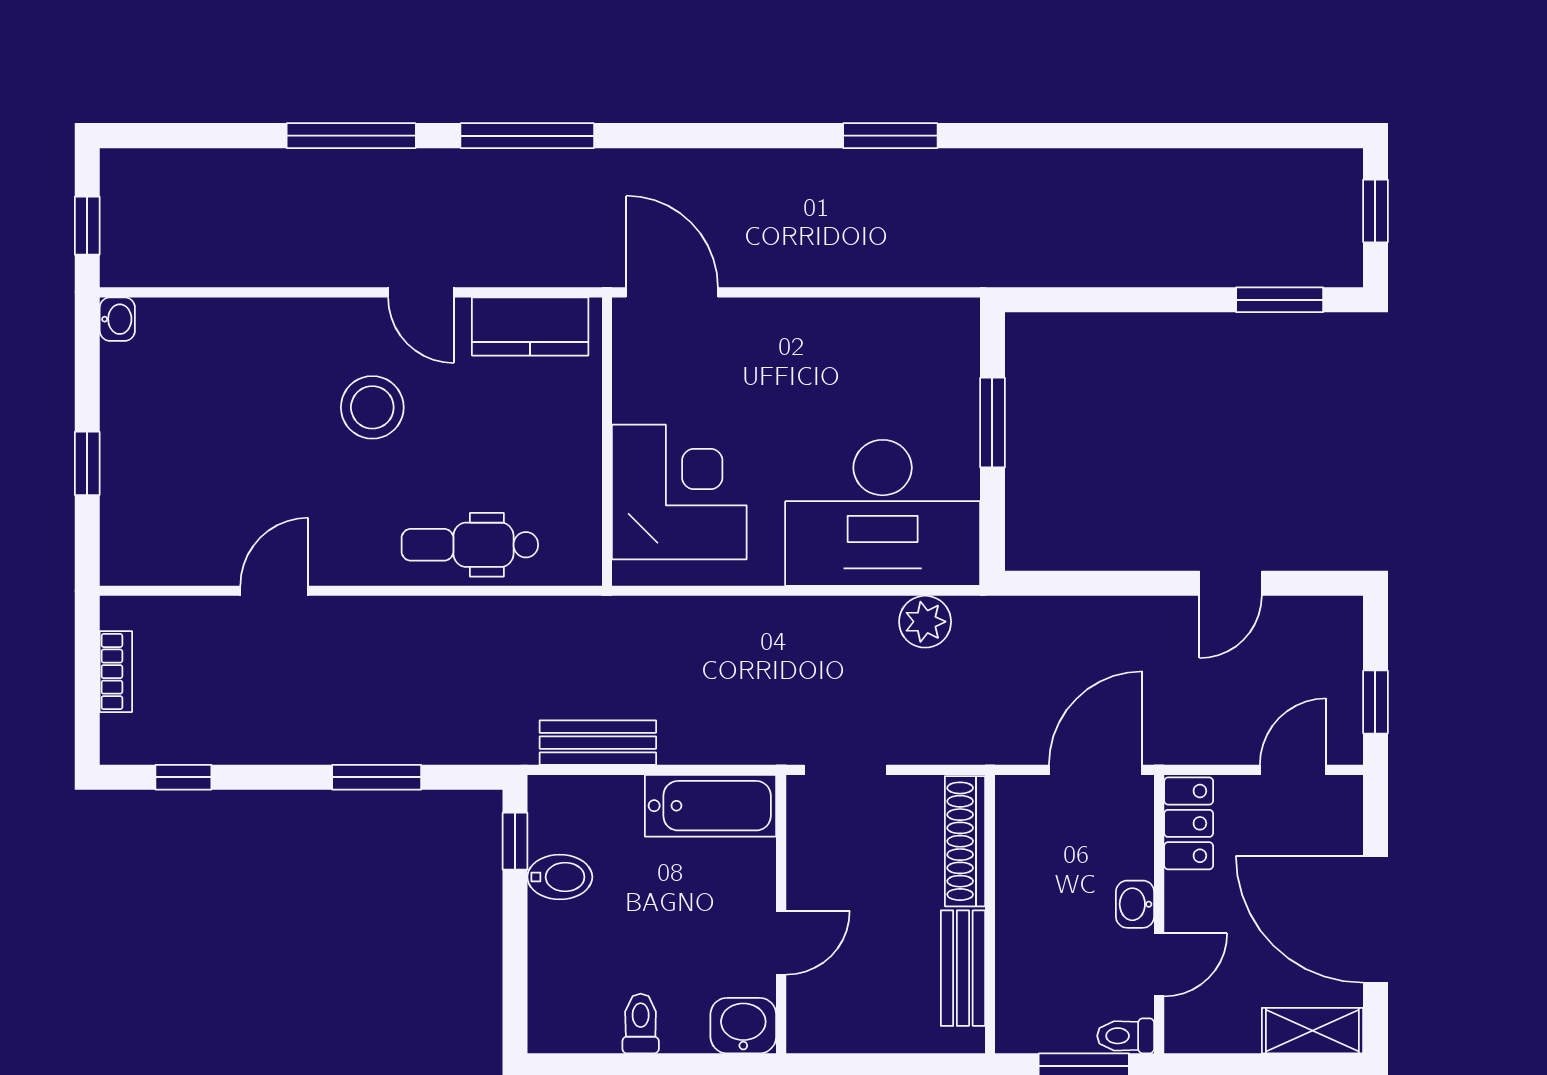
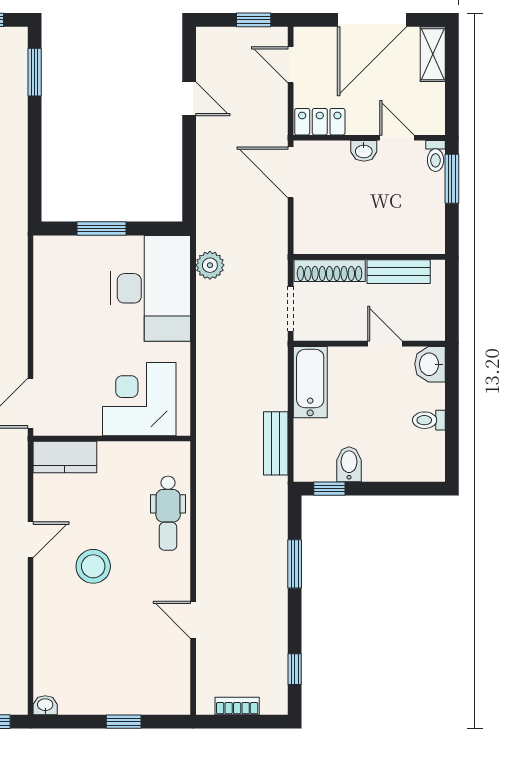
kitchen counter: (530, 326) -> (65, 457), moved, turned 90
shoe rack: (965, 841) -> (330, 271), moved
wall: (990, 914) -> (369, 257), moved
bench: (963, 968) -> (399, 272), moved

